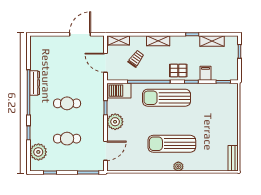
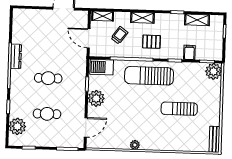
pallet: (178, 71) -> (151, 42), moved
plant: (230, 91) -> (214, 71), added
sun lounger: (172, 144) -> (179, 109), moved, width x0.73, depth x0.75
plant: (178, 166) -> (135, 145), moved

